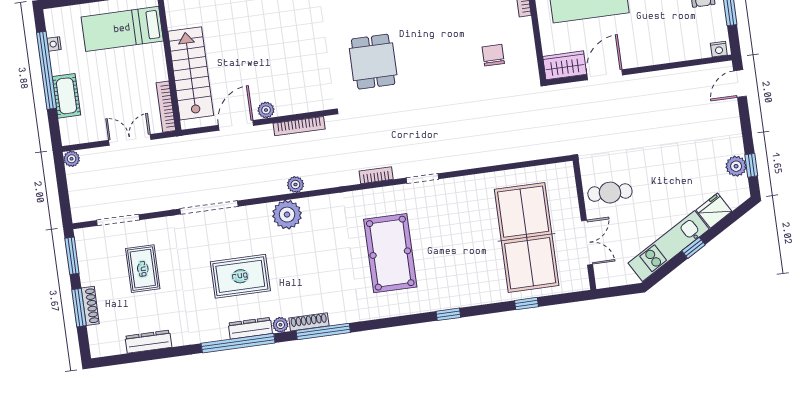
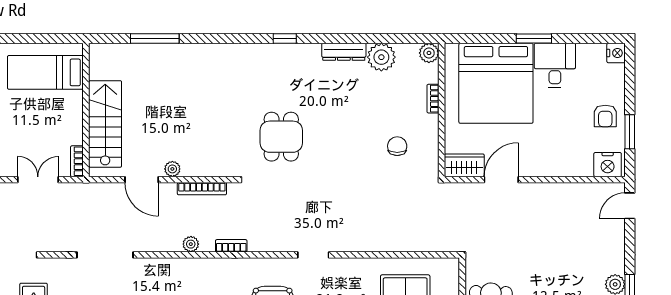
nightstand: (719, 49) -> (608, 165), width x1.89, depth x1.79
bookcase: (166, 107) -> (77, 161), width x0.64
door: (236, 125) -> (142, 180), swing flipped
bookcase: (376, 175) -> (231, 246), moved
plant: (287, 215) -> (179, 272), removed

